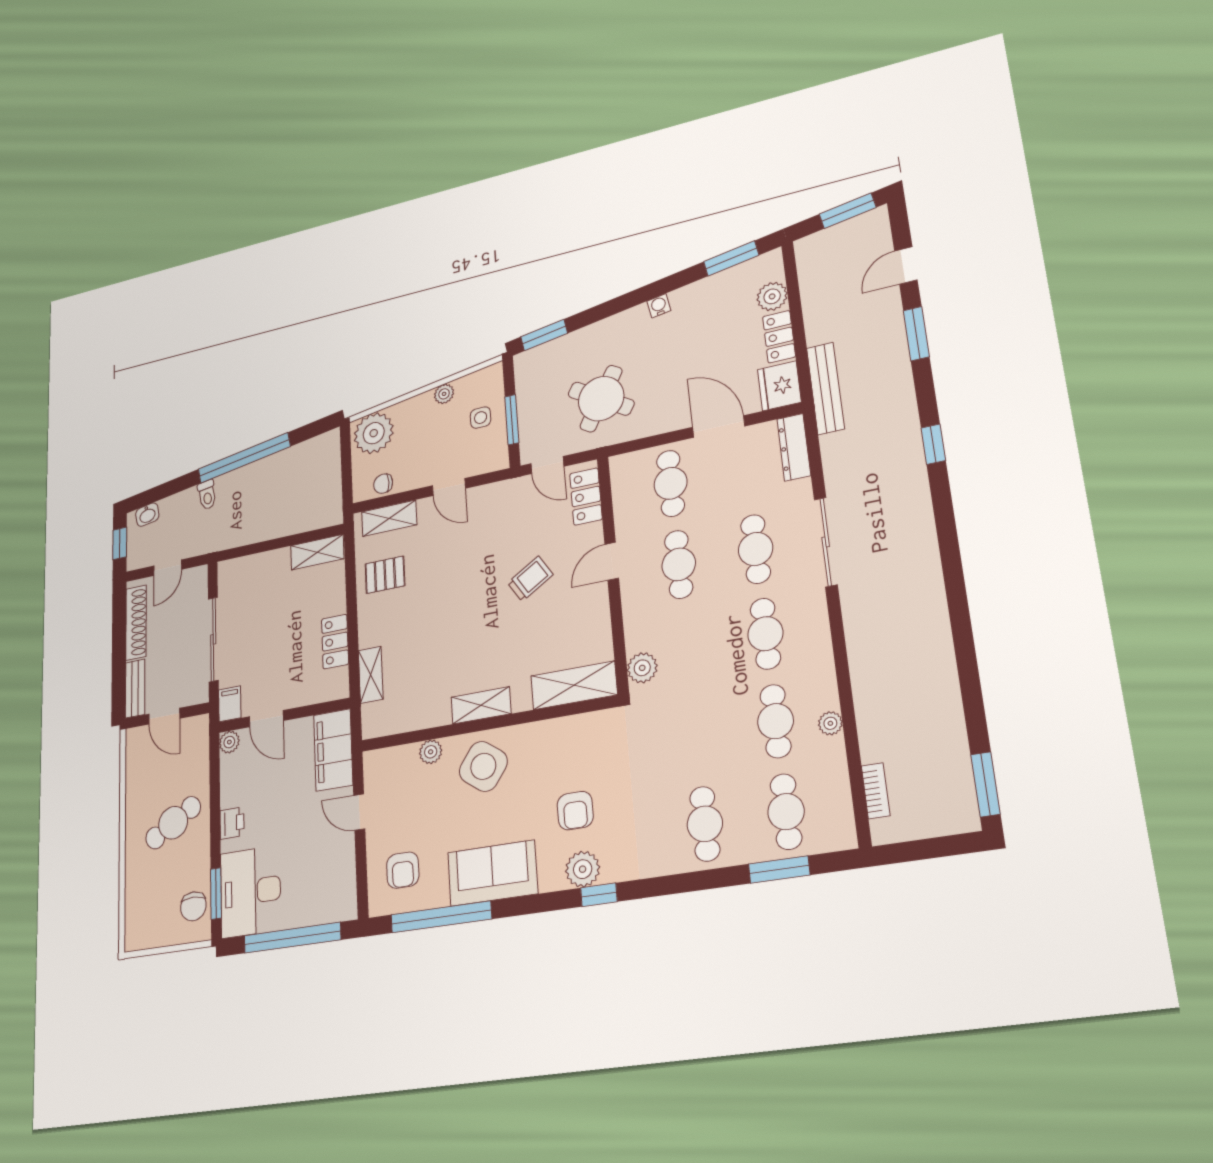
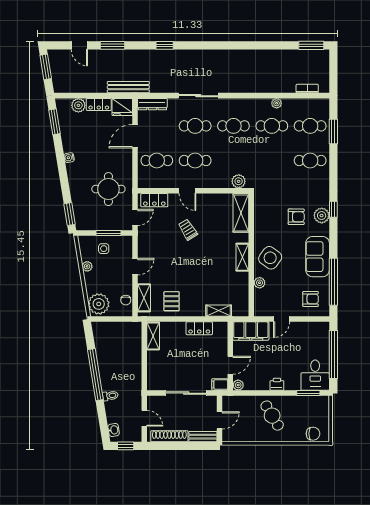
round table: (601, 399) -> (108, 189), turned -31
desk: (250, 892) -> (315, 375), width x0.73
chair: (193, 906) -> (313, 434), moved

